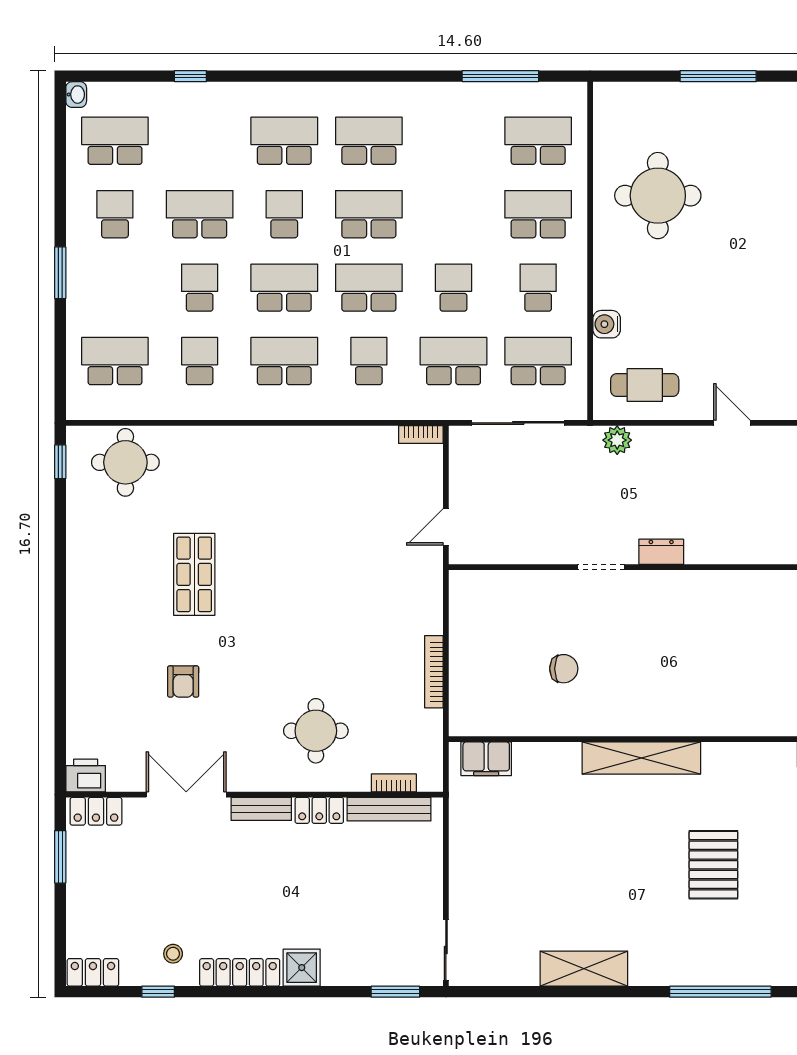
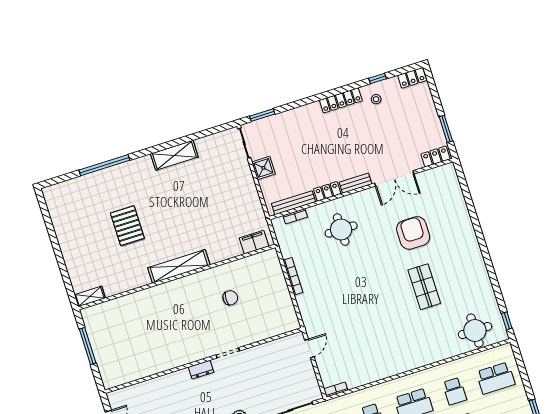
chair: (564, 669) -> (230, 298), turned 180
armchair: (183, 682) -> (413, 233), width x1.88, depth x1.88
printer: (86, 775) -> (446, 172), removed
shower: (302, 968) -> (263, 168), moved

